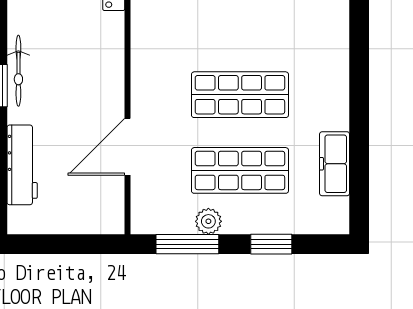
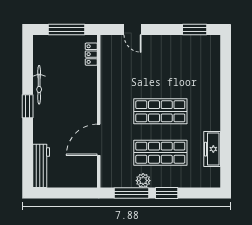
bicycle: (18, 71) -> (39, 85), moved
workbench: (22, 165) -> (41, 166), moved
window: (271, 244) -> (167, 193), moved

